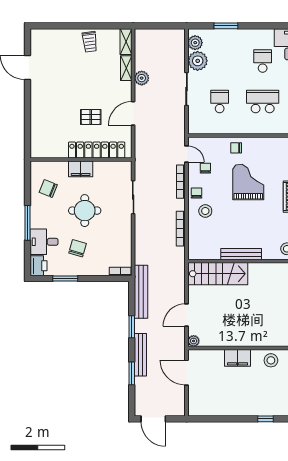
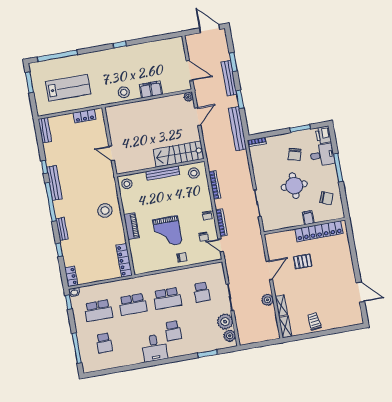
locker: (97, 150) -> (319, 231), moved
filing cabinet: (81, 169) -> (308, 218), width x0.50
stool: (205, 211) -> (194, 173), moved

